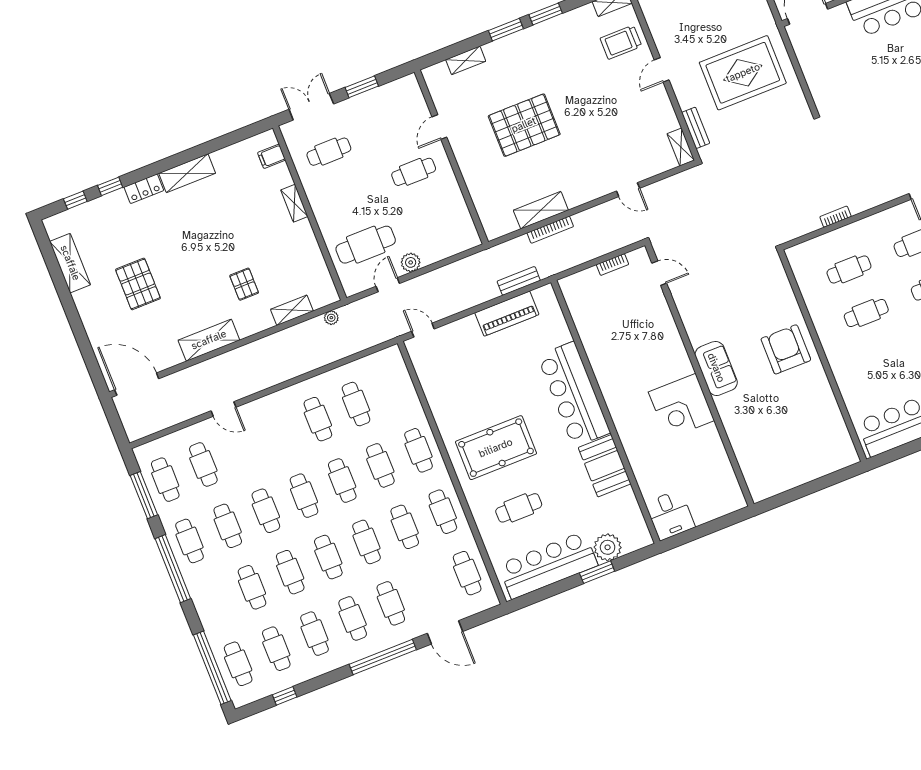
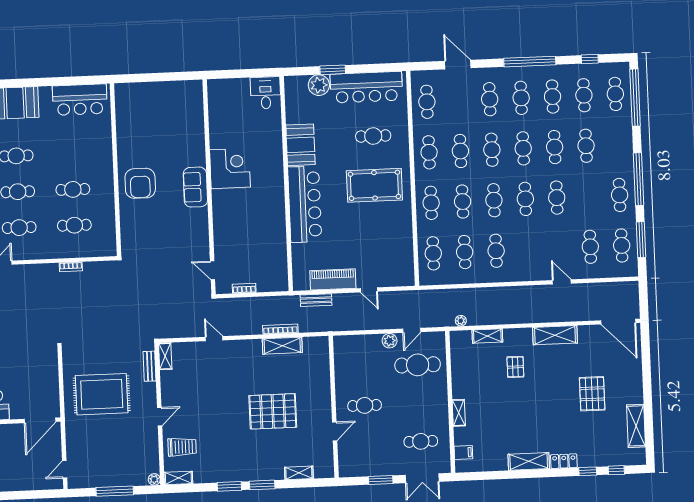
door: (423, 330) -> (369, 290), moved
cafe table: (228, 526) -> (433, 253), moved
window: (383, 657) -> (530, 62), moved

